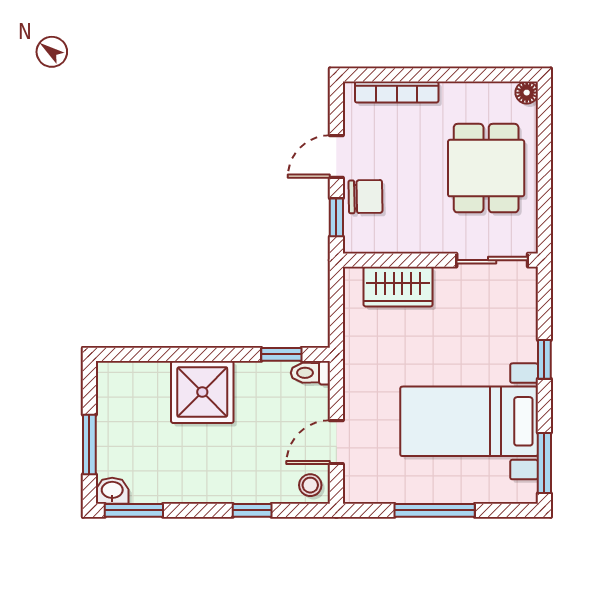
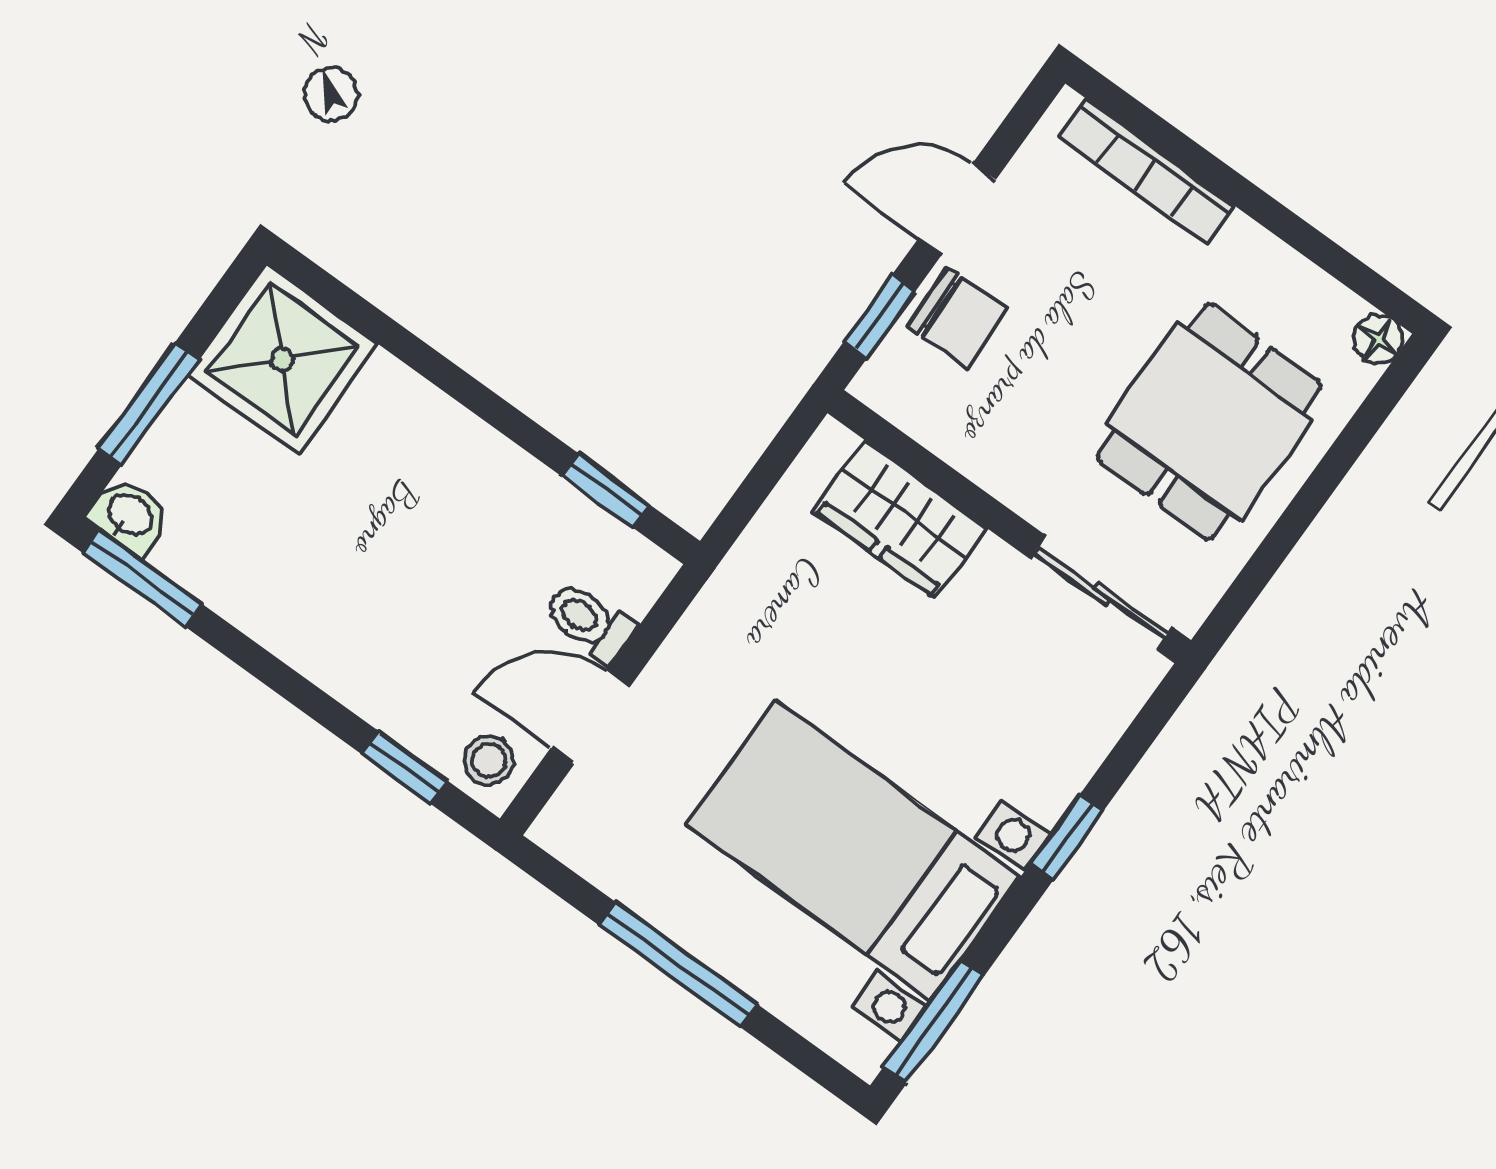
toilet: (310, 373) -> (589, 622), moved
shower: (202, 392) -> (282, 359), moved
window: (252, 510) -> (405, 768), moved

